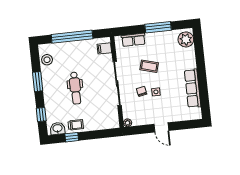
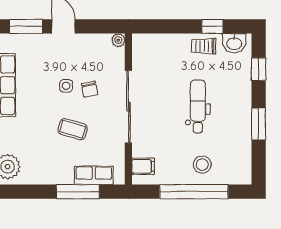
window: (158, 27) -> (78, 192), moved
stool: (47, 60) -> (202, 165), moved
window: (184, 125) -> (26, 26), added

